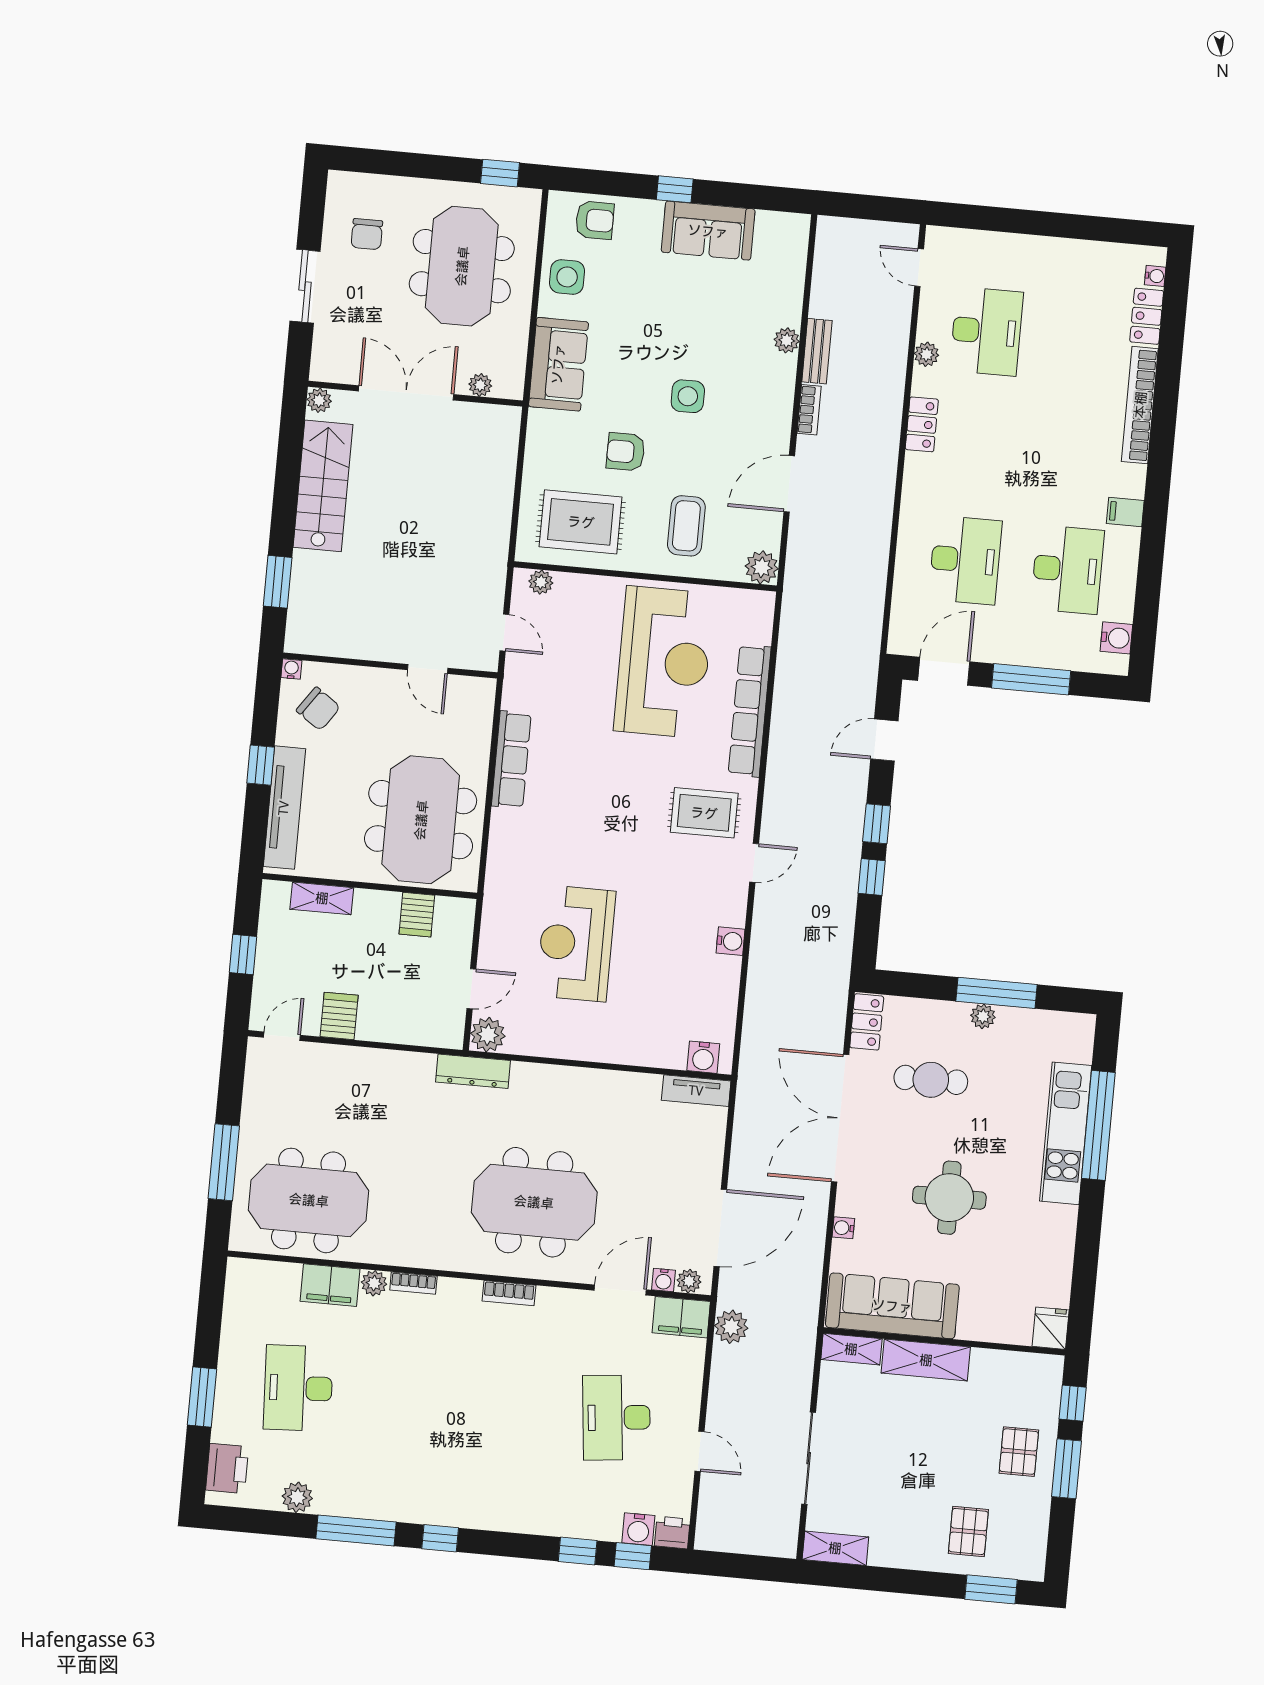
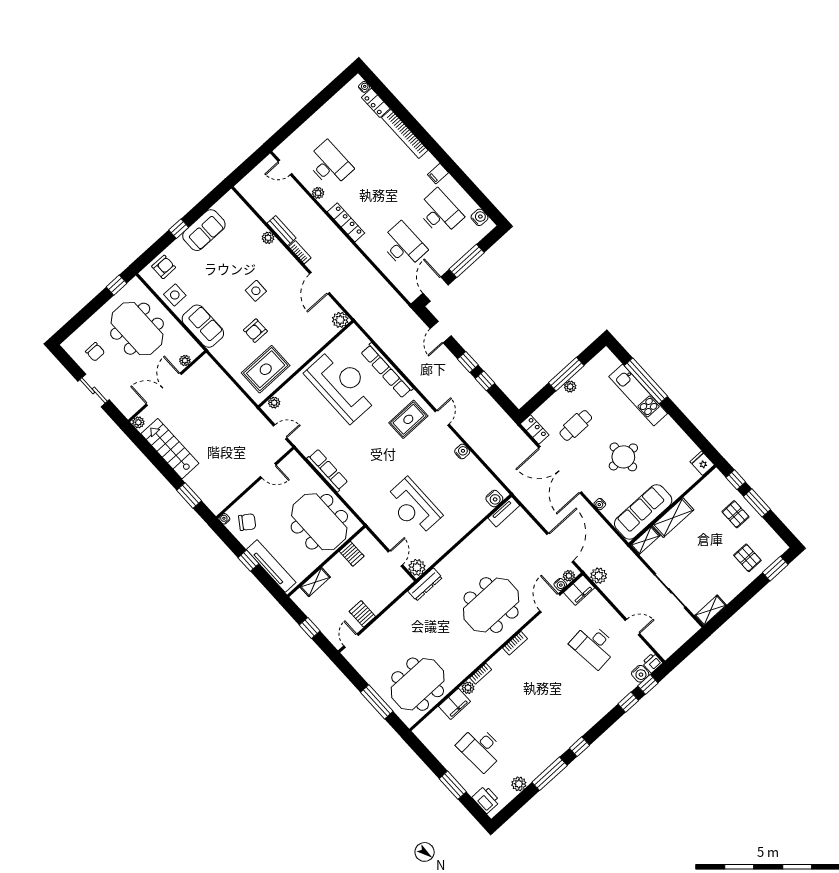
locker: (922, 424) -> (346, 222), width x1.53
coffee table: (686, 526) -> (301, 333), removed

